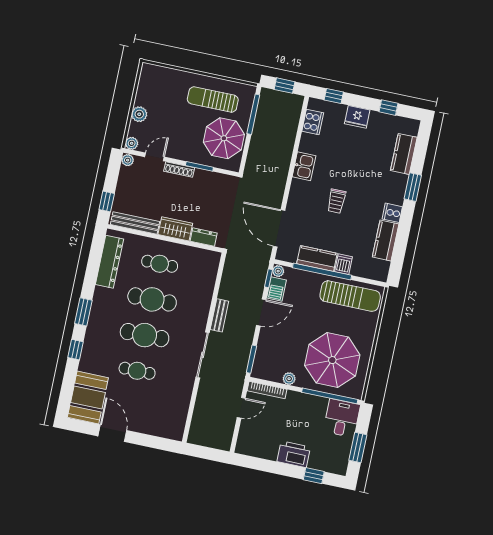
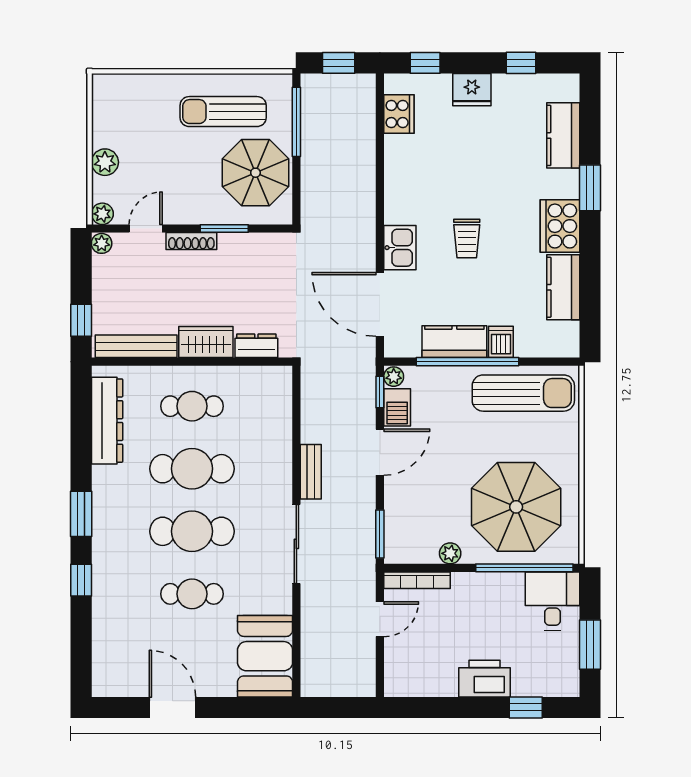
kitchen sink: (304, 166) -> (400, 248), moved
cooker: (392, 213) -> (560, 226), width x1.87, depth x1.31
booth: (88, 397) -> (265, 656), moved

